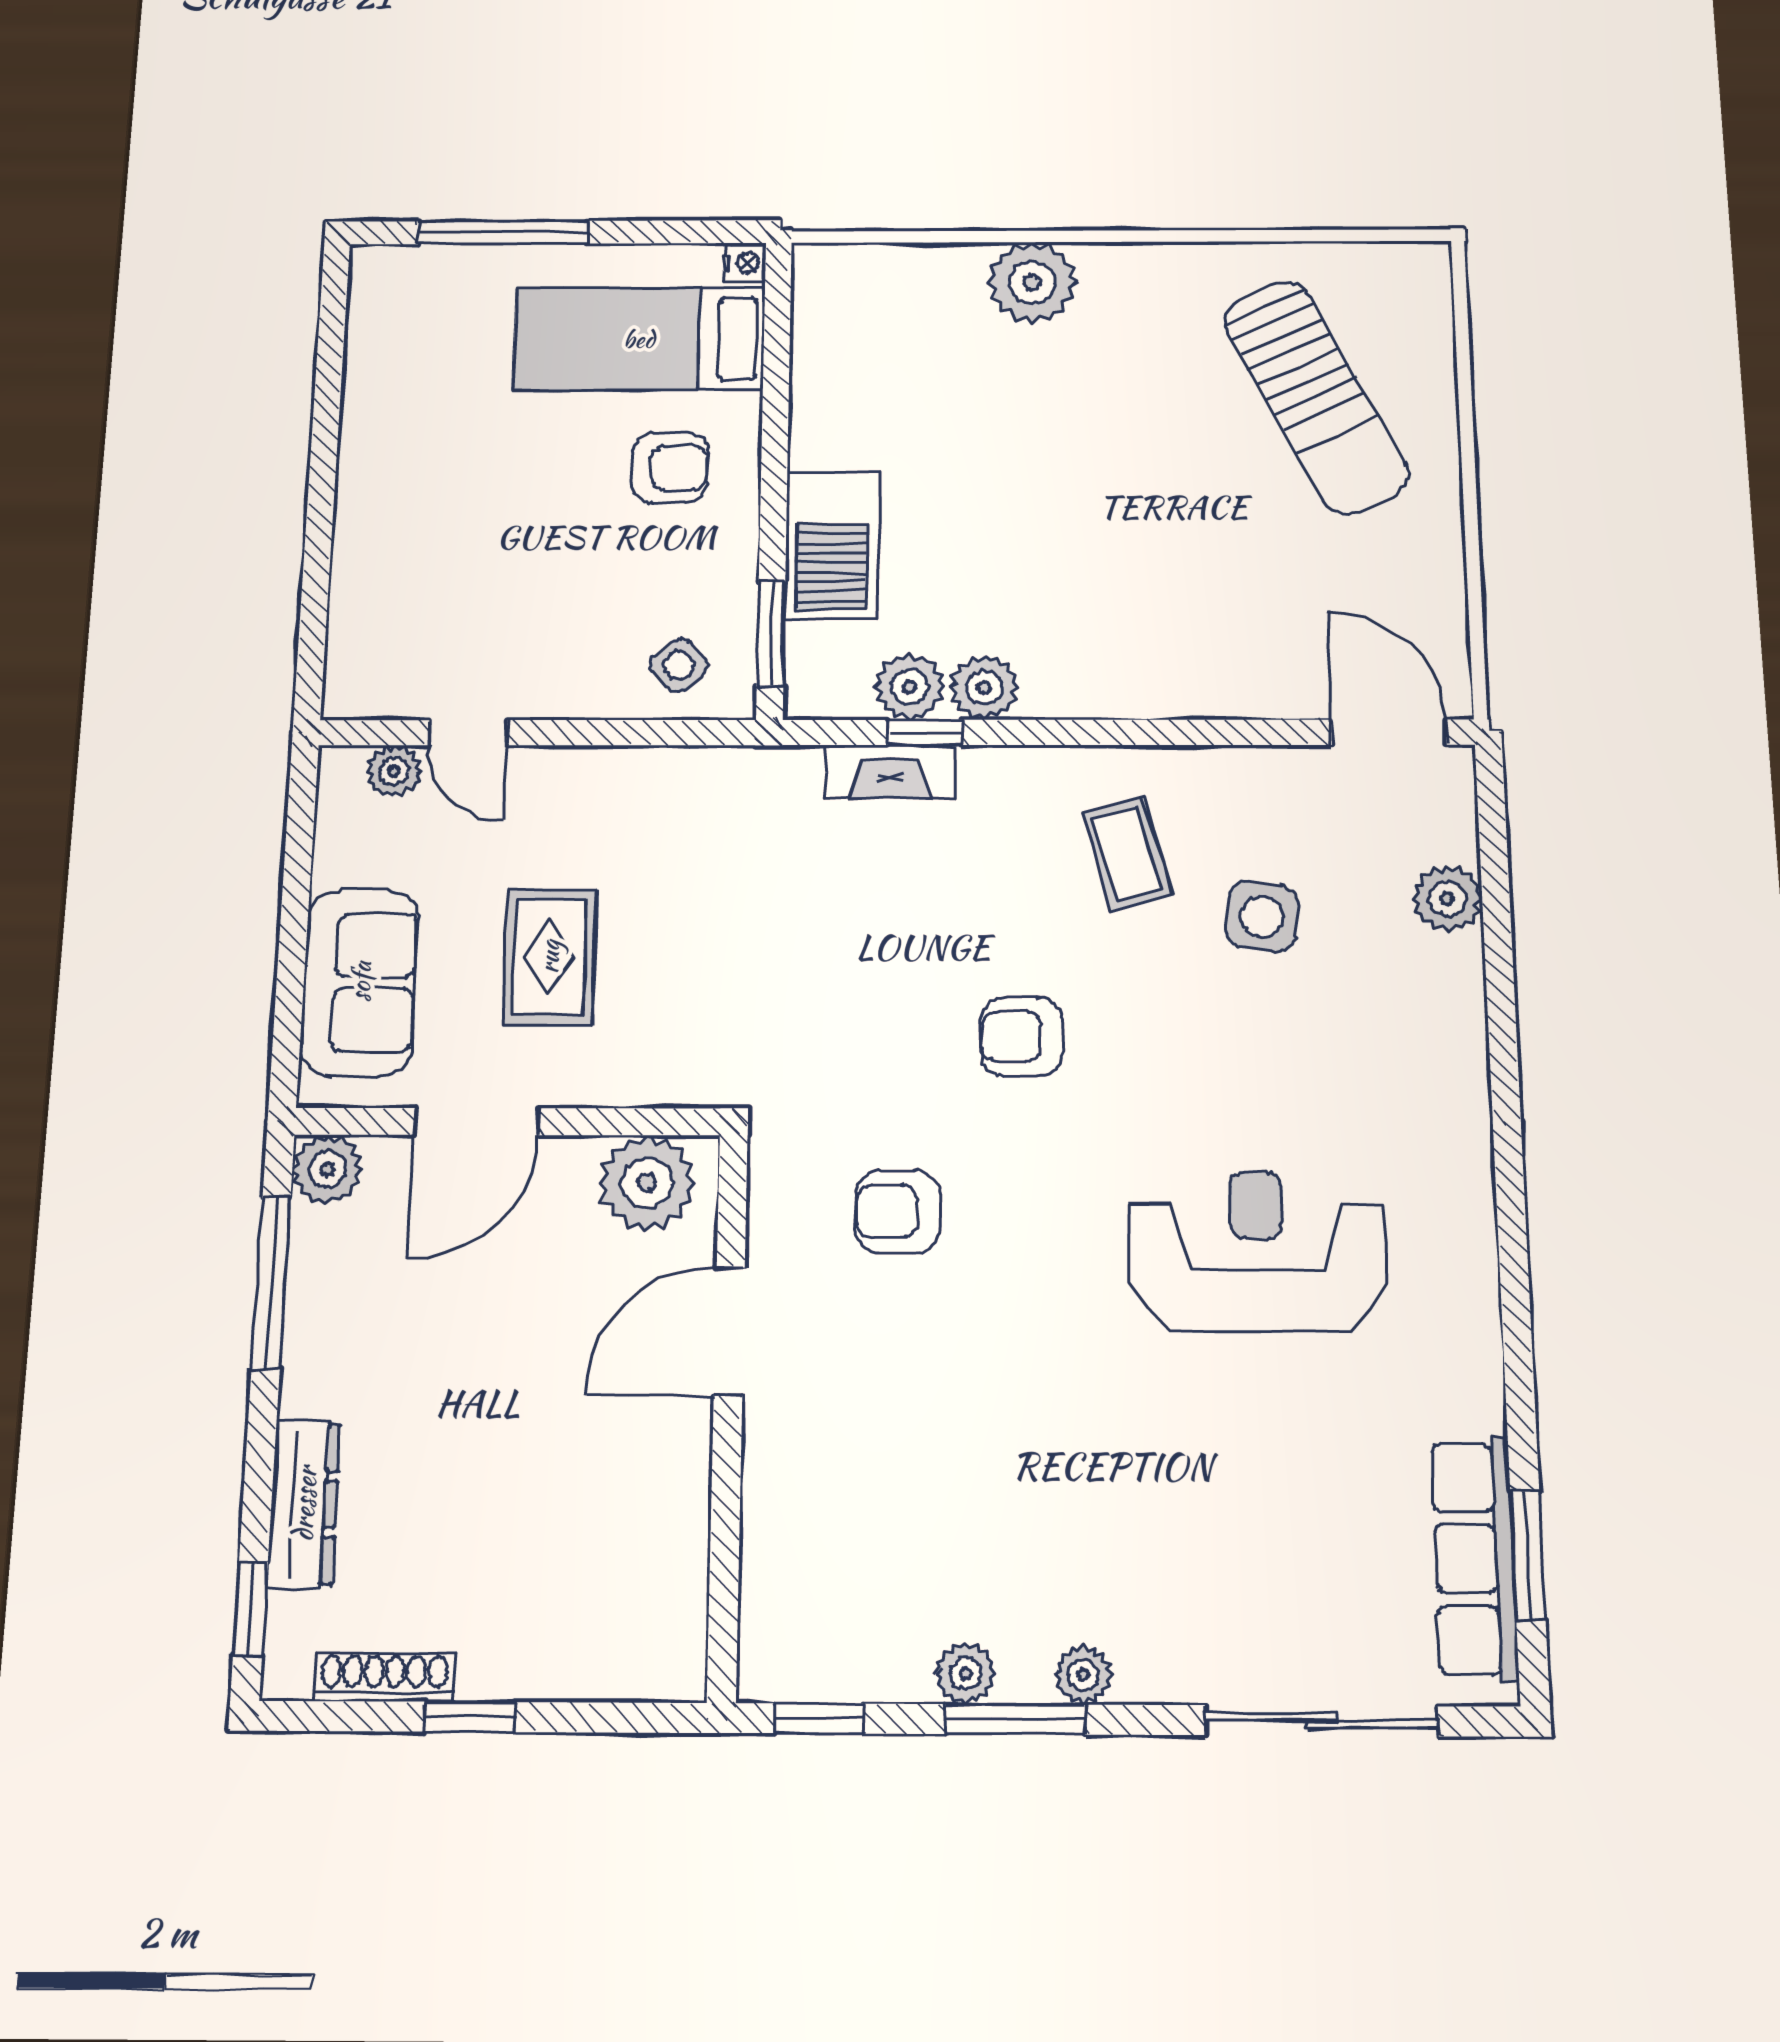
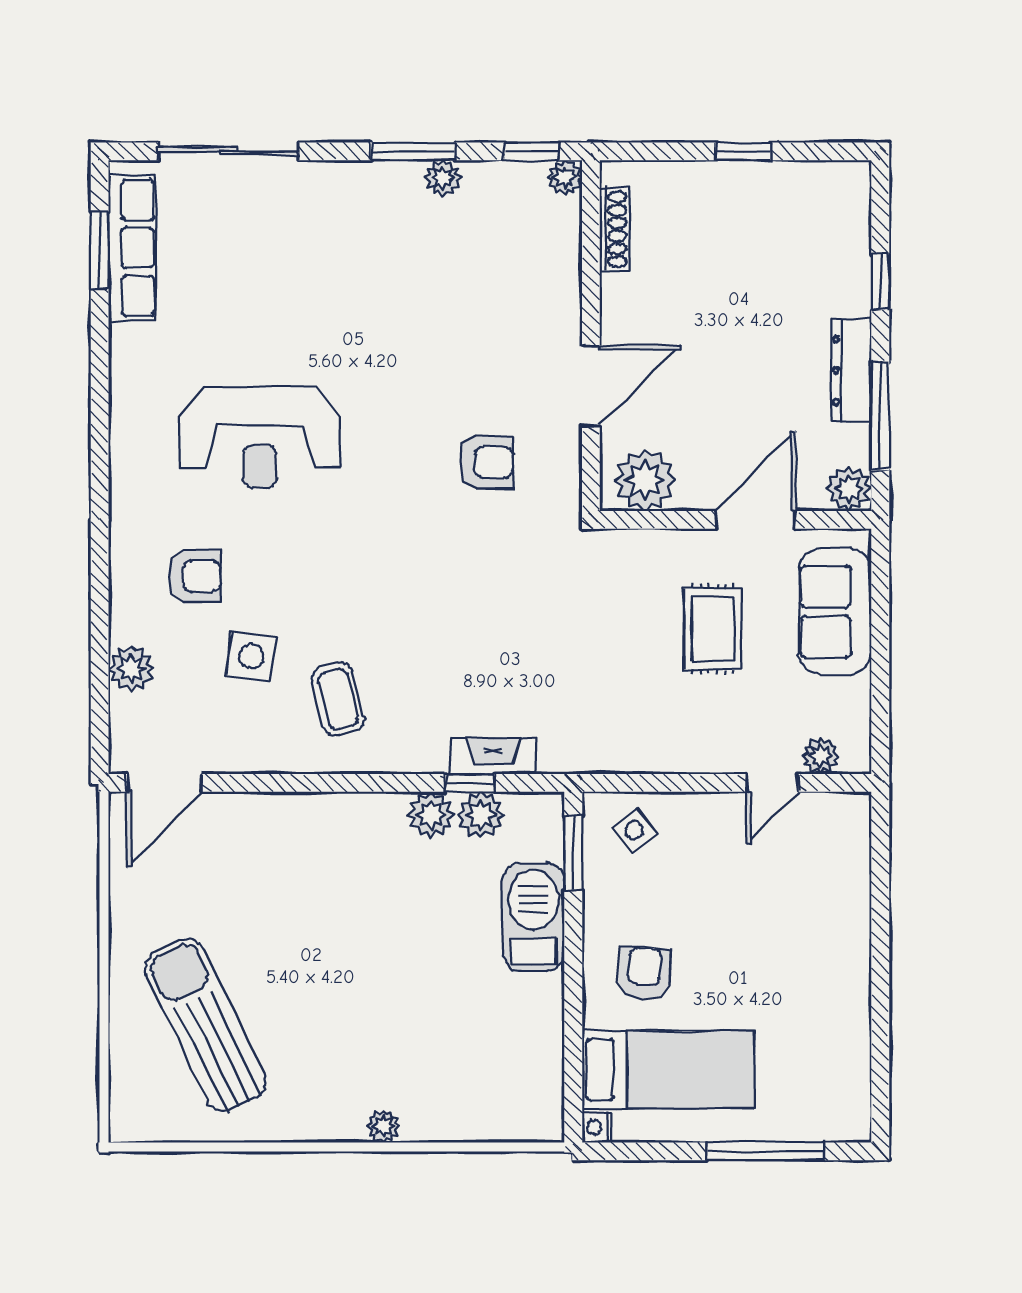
plant: (1032, 283) -> (383, 1126), width x0.53, depth x0.53
armchair: (670, 468) -> (644, 973), turned 93
door: (1389, 732) -> (165, 783), hinge flipped
door: (468, 733) -> (773, 783), swing flipped
armchair: (1021, 1036) -> (194, 576), moved
dresser: (304, 1504) -> (851, 371), moved
window: (250, 1609) -> (880, 282), moved
plant: (1083, 1675) -> (565, 178), moved
shoe rack: (384, 1677) -> (614, 229), moved, turned -90

